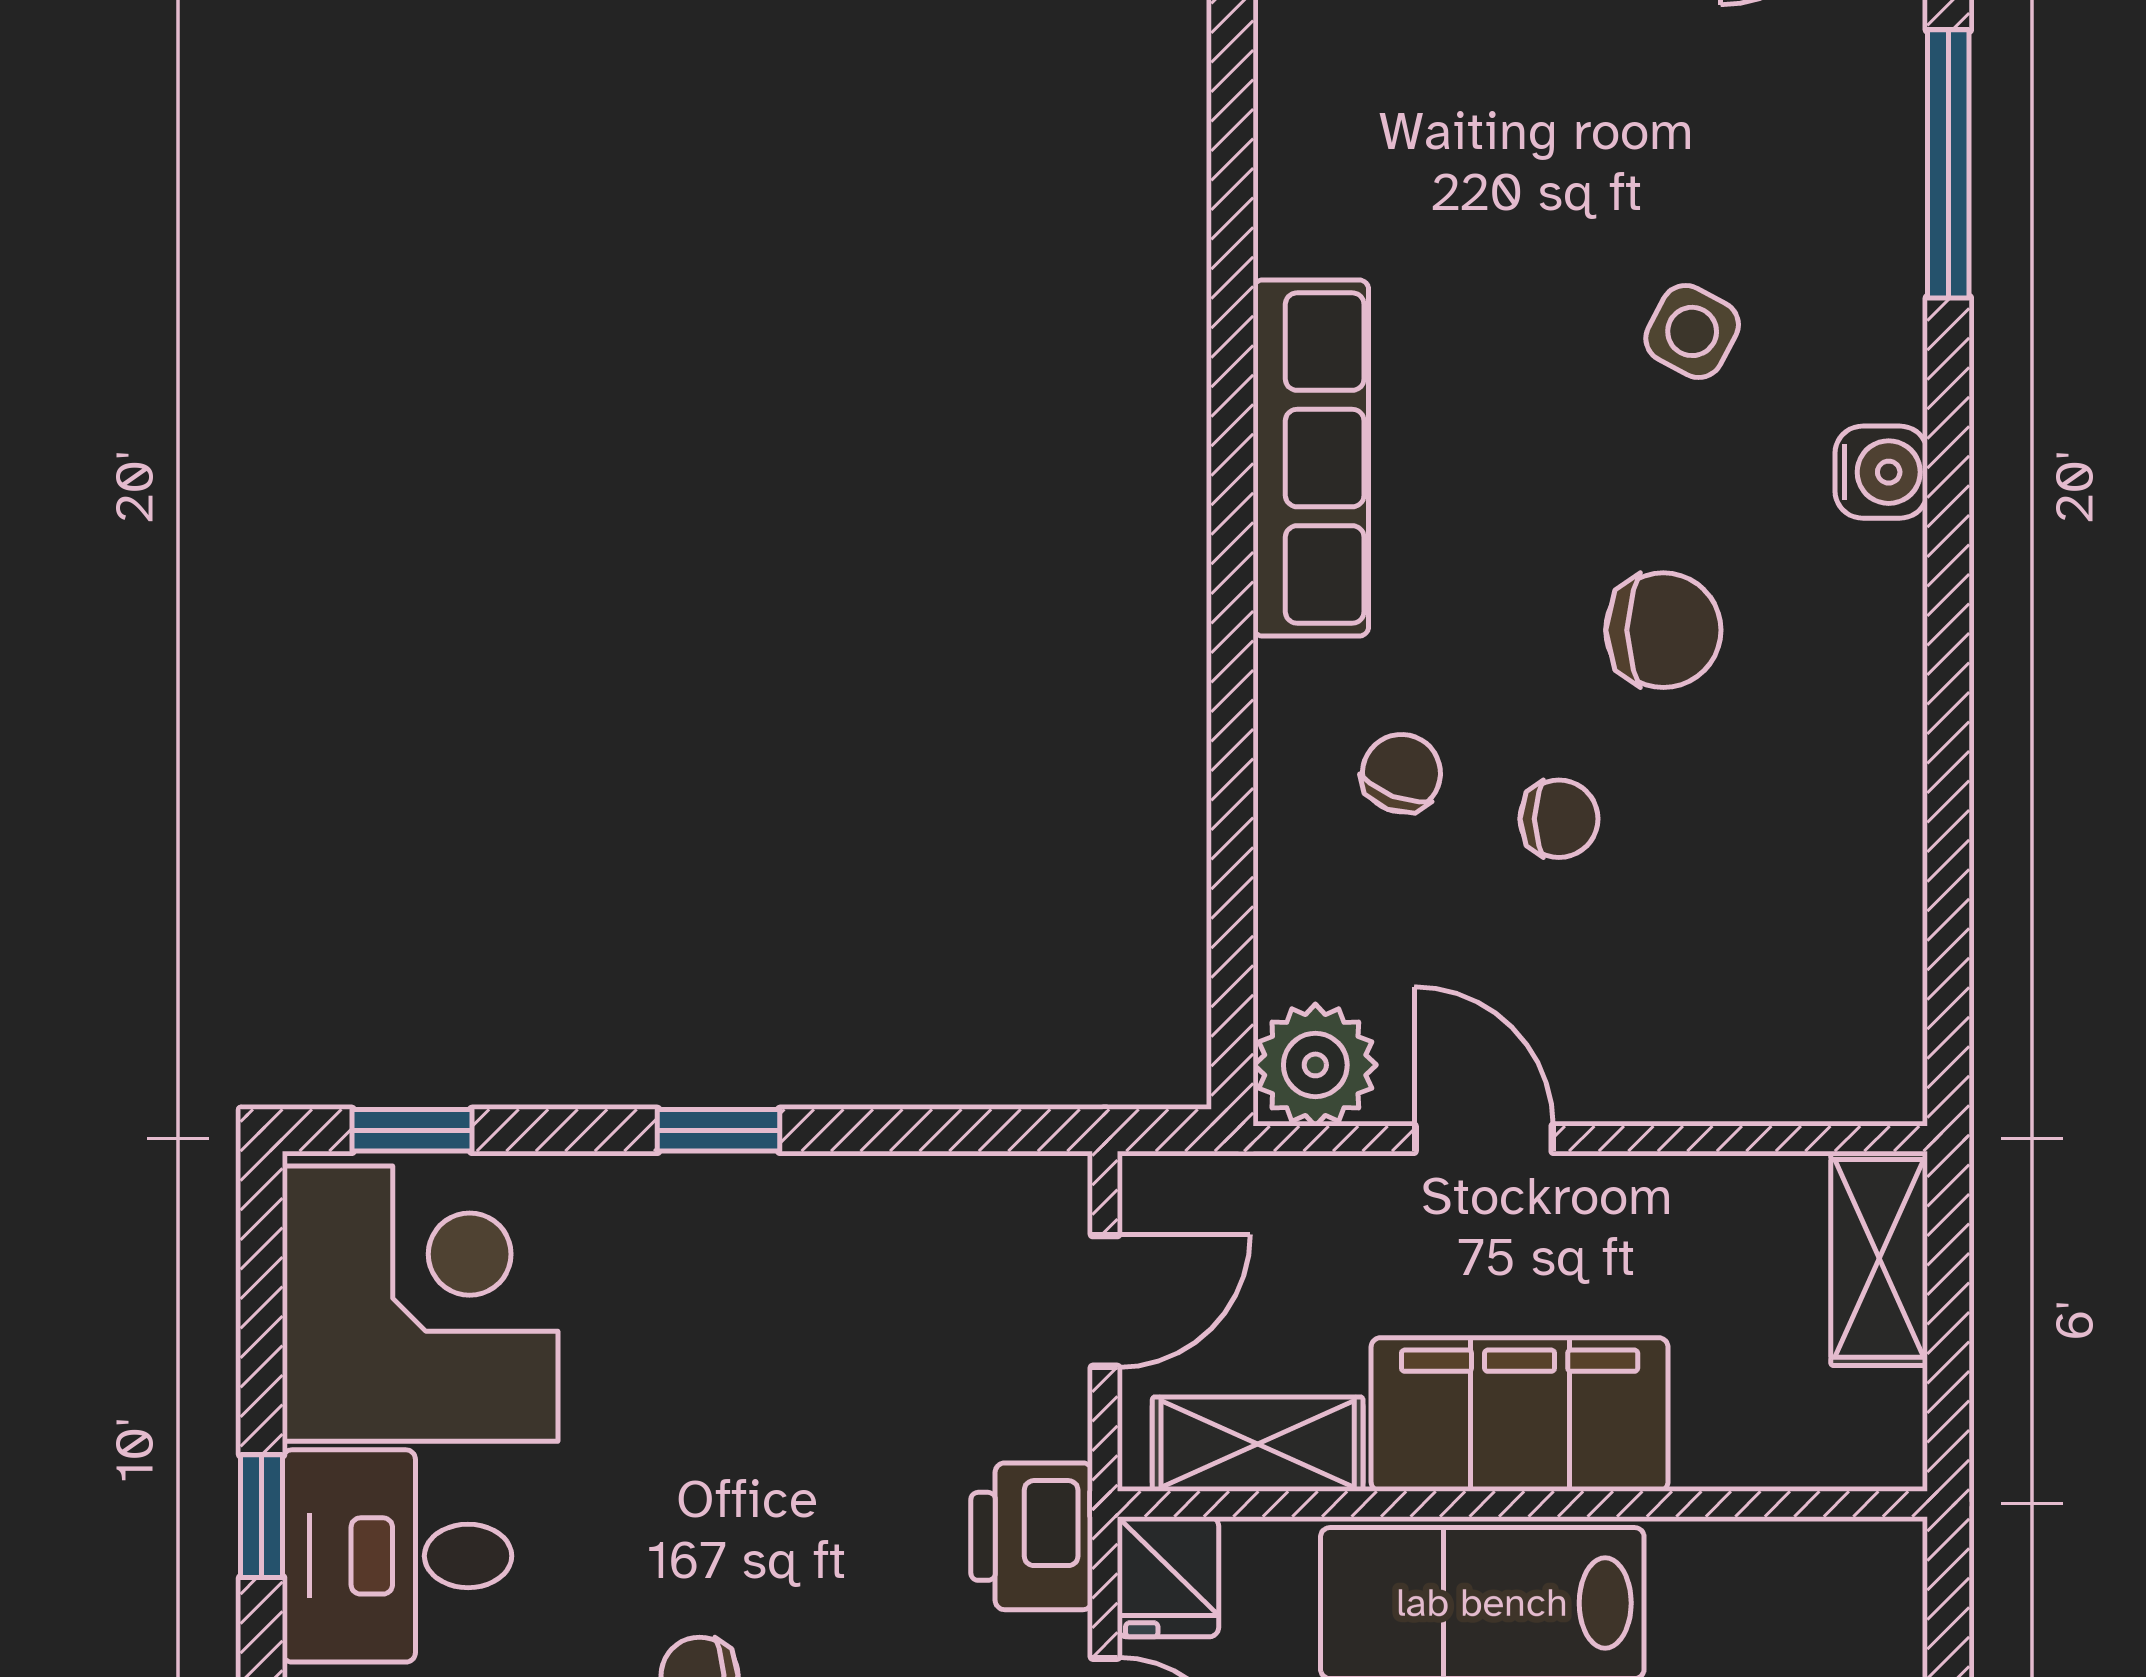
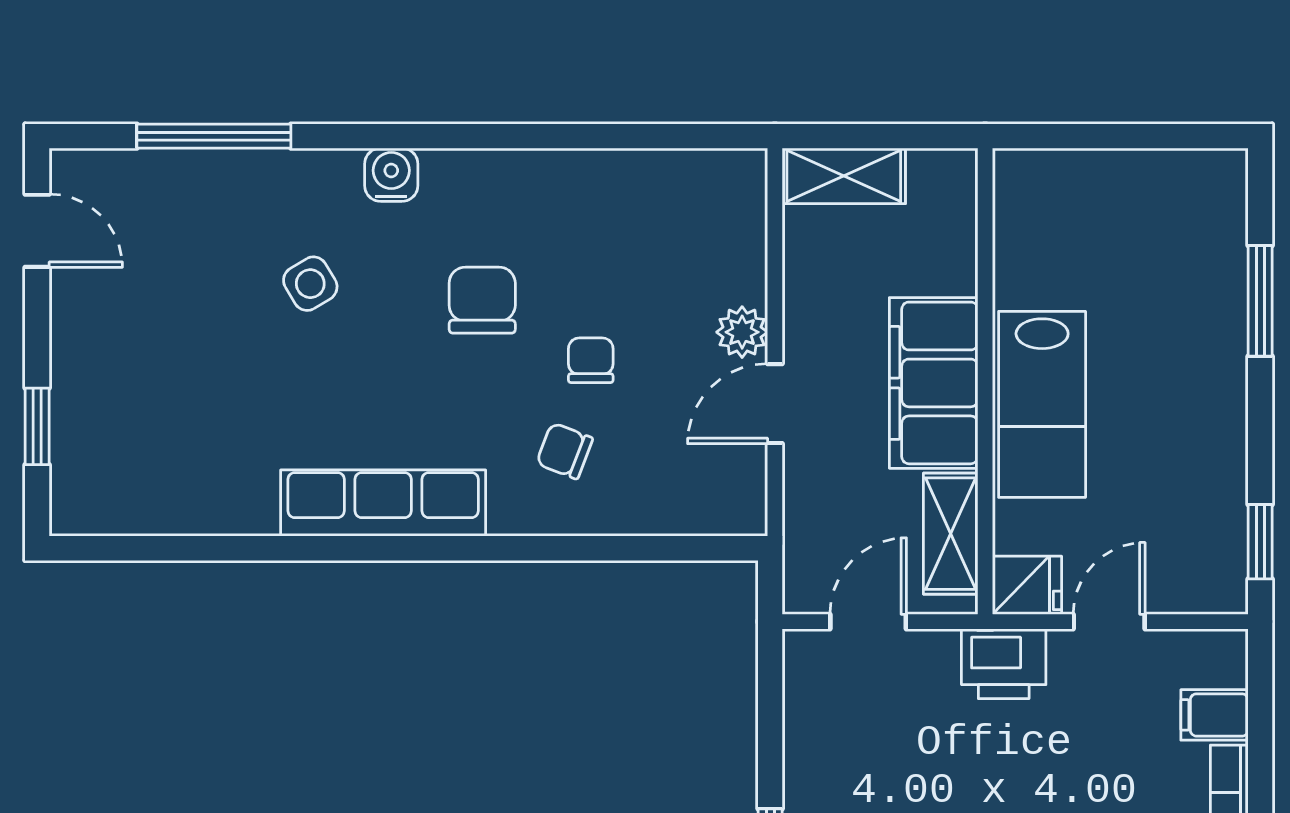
side table: (1692, 331) -> (310, 284), turned 31
plant: (1315, 1065) -> (742, 332), moved, width x0.73, depth x0.73
door: (1105, 1301) -> (868, 622), hinge flipped

